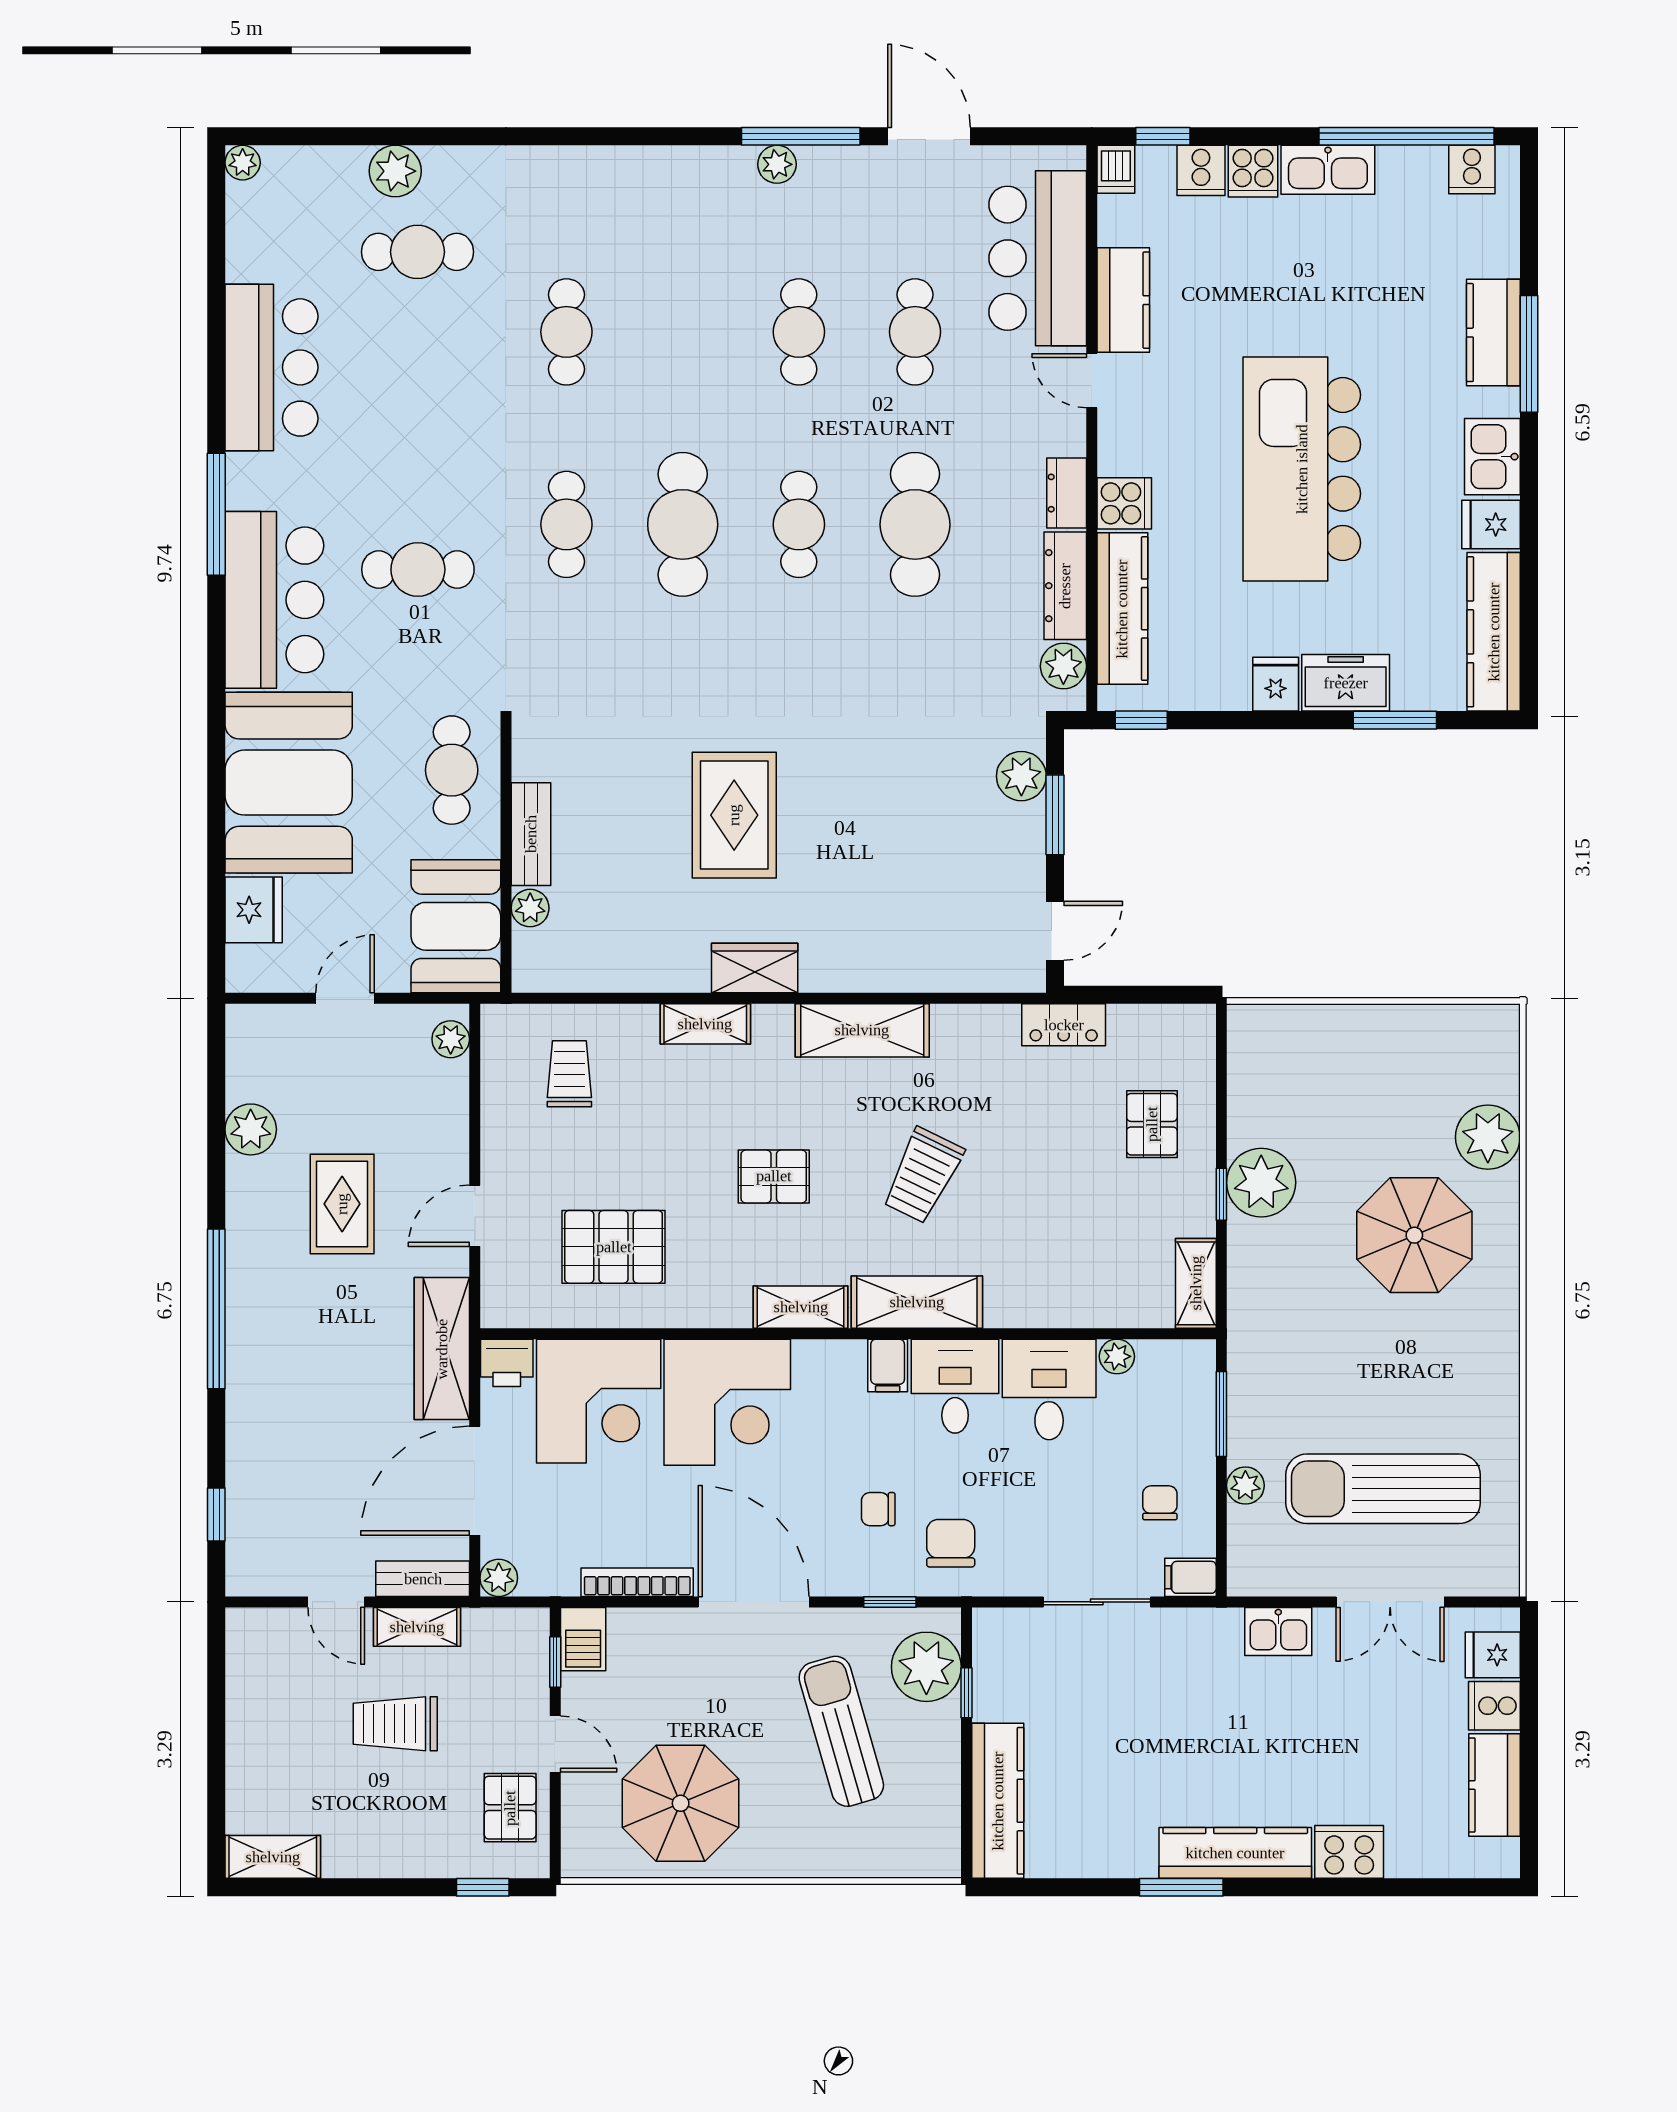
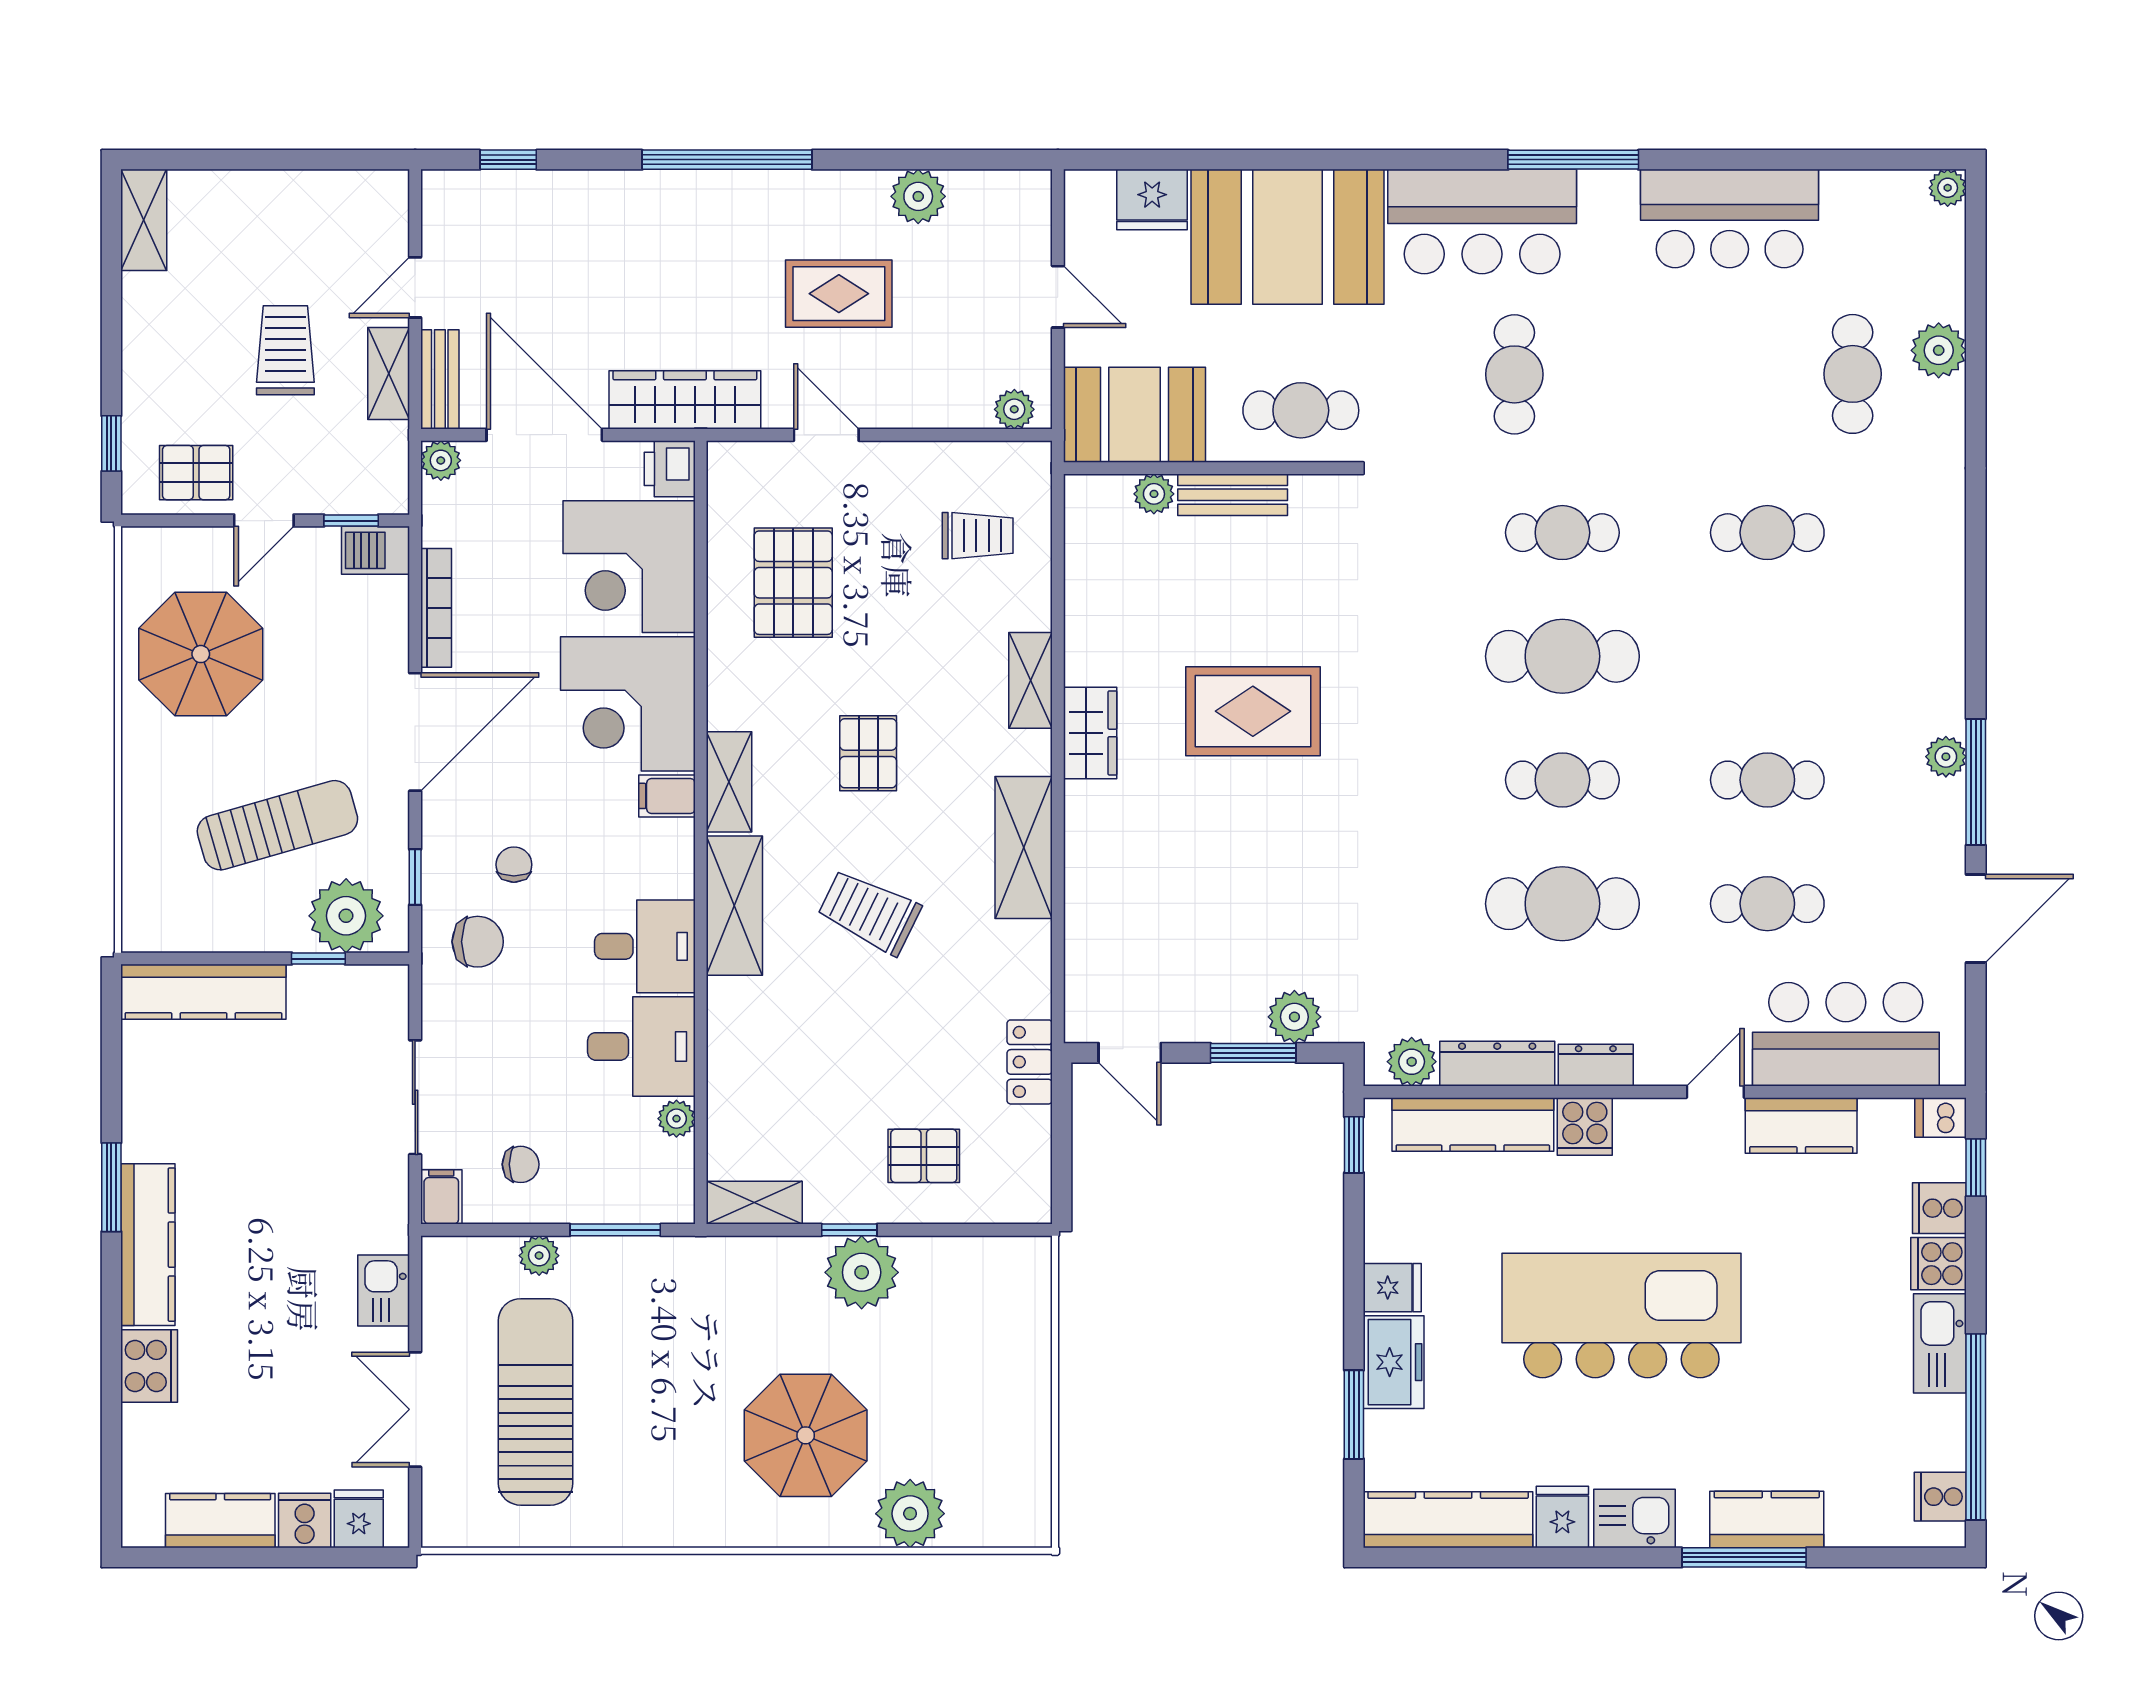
filing cabinet: (888, 1365) -> (667, 796), moved

